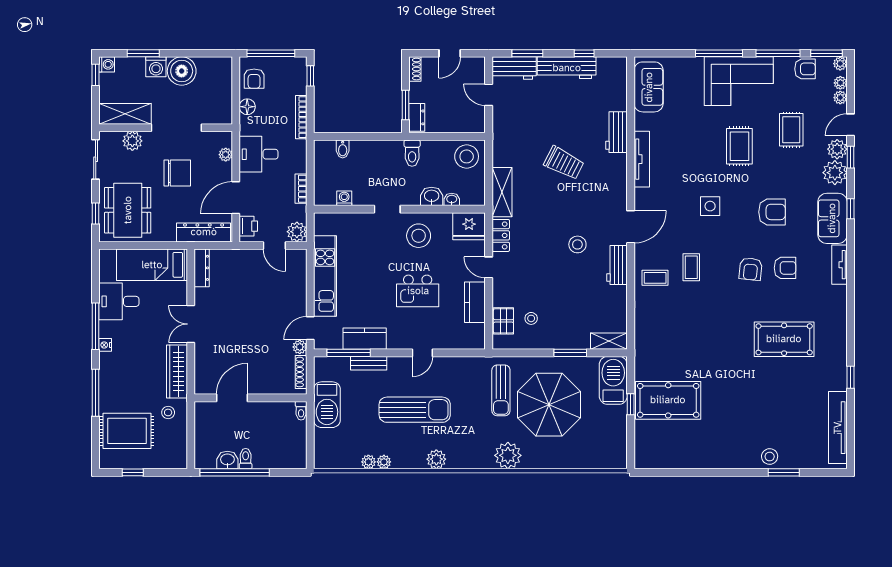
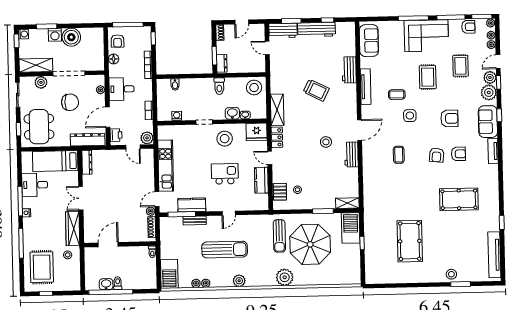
coffee table: (655, 278) -> (397, 95), moved
kitchen island: (418, 291) -> (225, 174), turned 180
pool table: (668, 400) -> (410, 241), moved, turned 90
barbecue: (327, 405) -> (169, 274), moved
rug: (127, 431) -> (42, 267), turned 90

